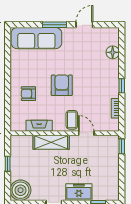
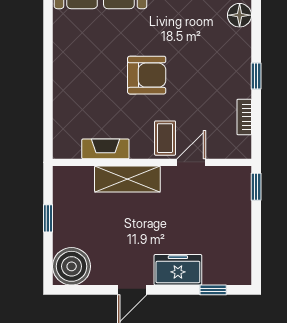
armchair: (62, 85) -> (147, 75), turned 90
armchair: (28, 94) -> (86, 90), removed
door: (86, 133) -> (191, 162), hinge flipped

